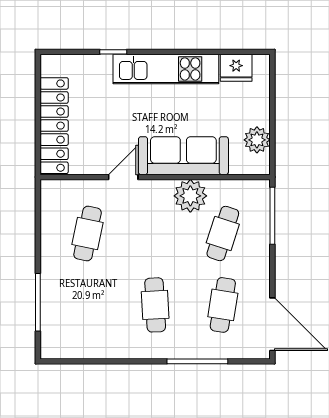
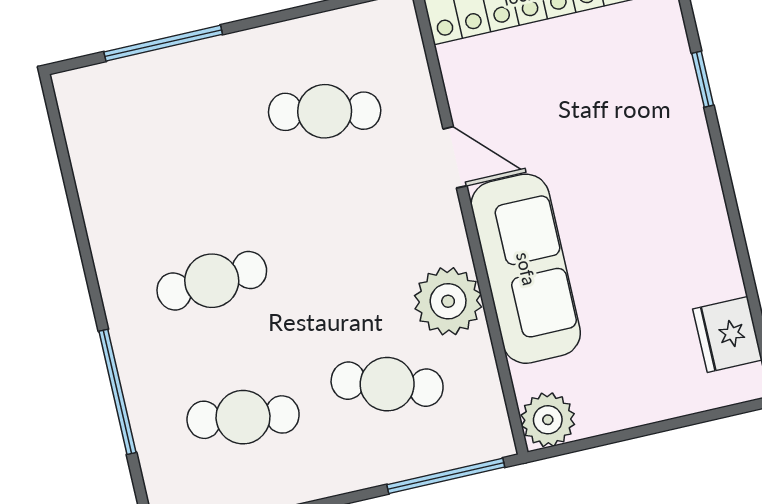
kitchen unit: (166, 69) -> (693, 193), removed
plant: (257, 140) -> (548, 420), moved

